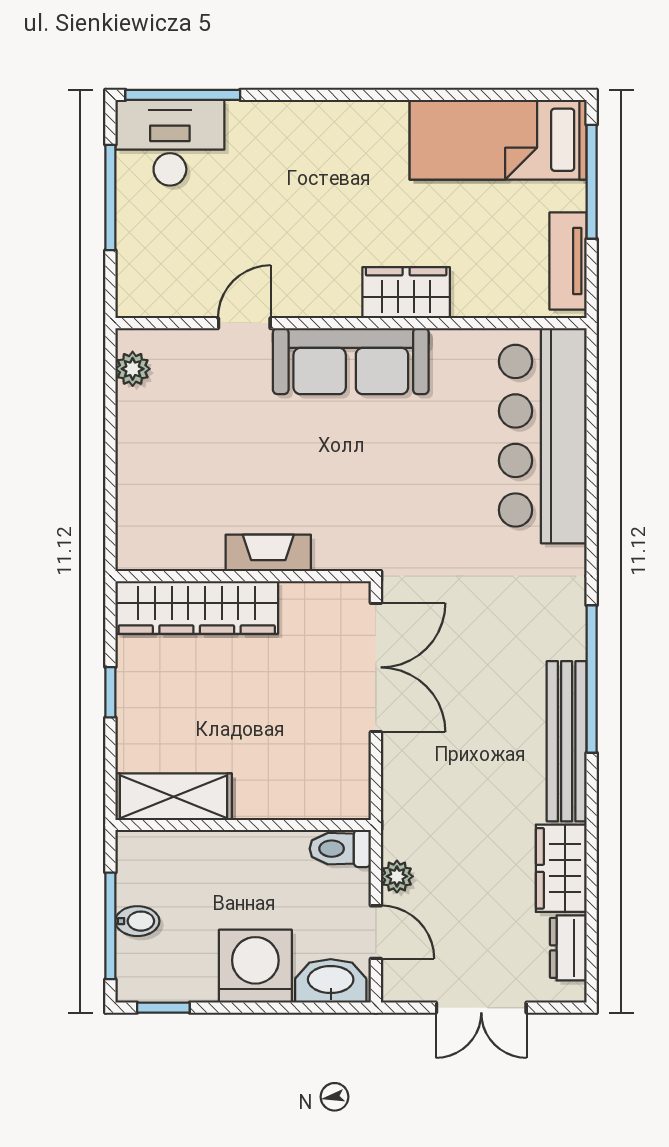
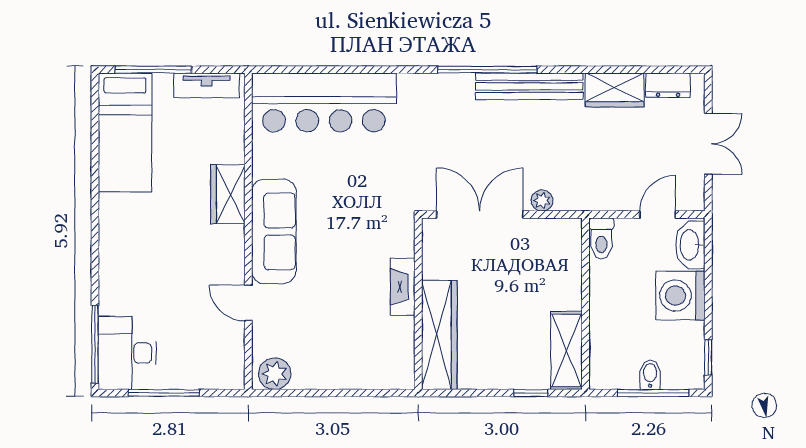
plant: (133, 369) -> (275, 374), width x1.38, depth x1.38
window: (110, 692) -> (531, 393), moved
plant: (397, 876) -> (542, 200), moved

